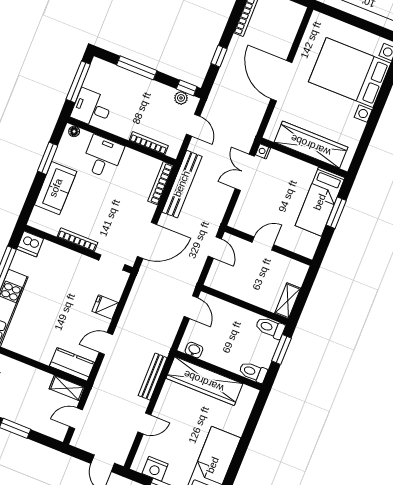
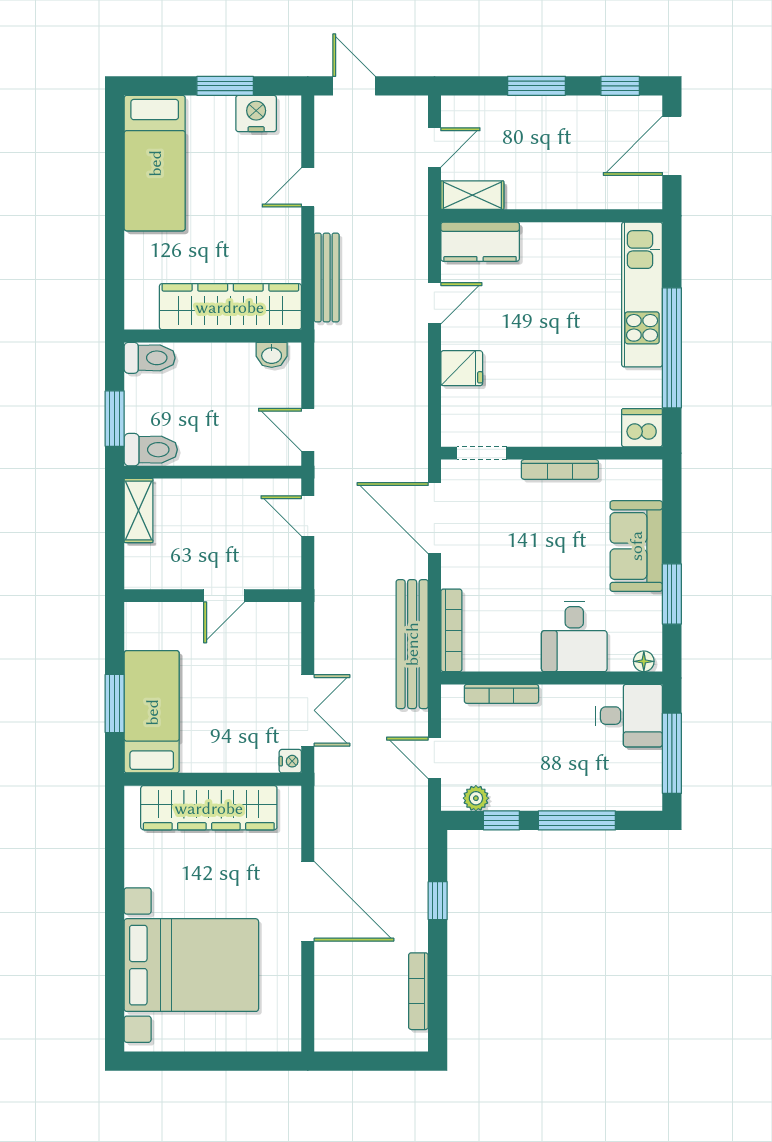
window: (187, 88) -> (501, 820), moved
door: (147, 240) -> (434, 518), hinge flipped
door: (215, 248) -> (308, 516), moved

